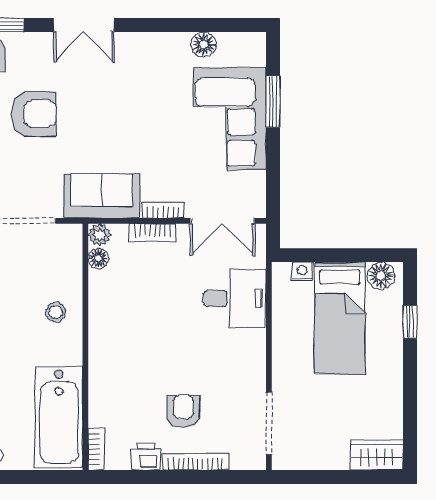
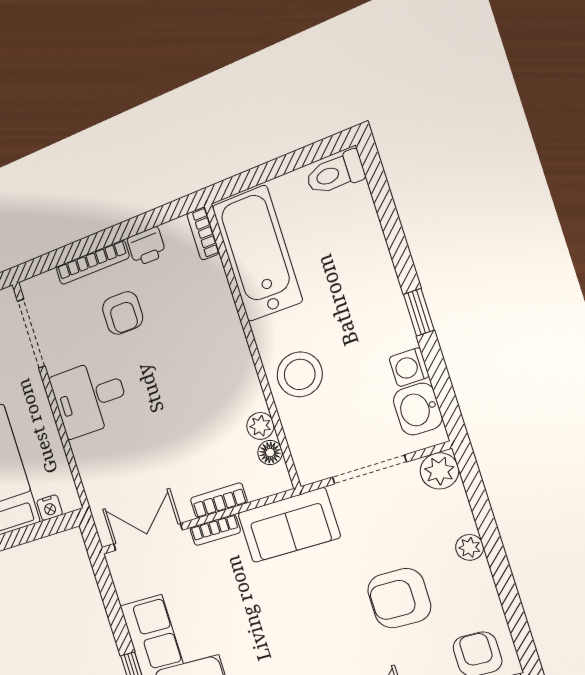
plant: (99, 235) -> (260, 426), moved
desk: (235, 299) -> (90, 398), moved
stool: (56, 312) -> (300, 374), width x1.89, depth x1.89

